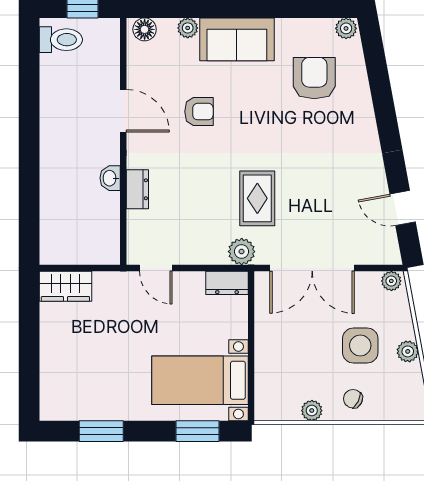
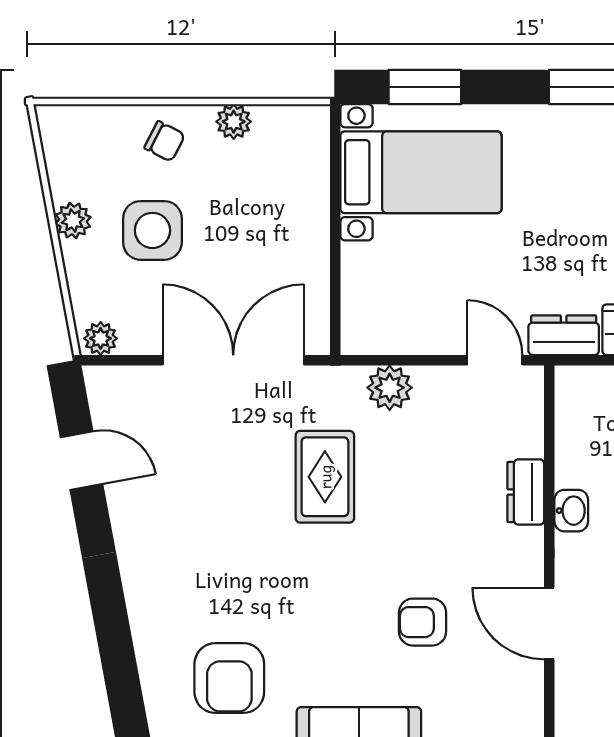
plant: (242, 252) -> (390, 388), moved
dresser: (227, 283) -> (564, 335), moved

